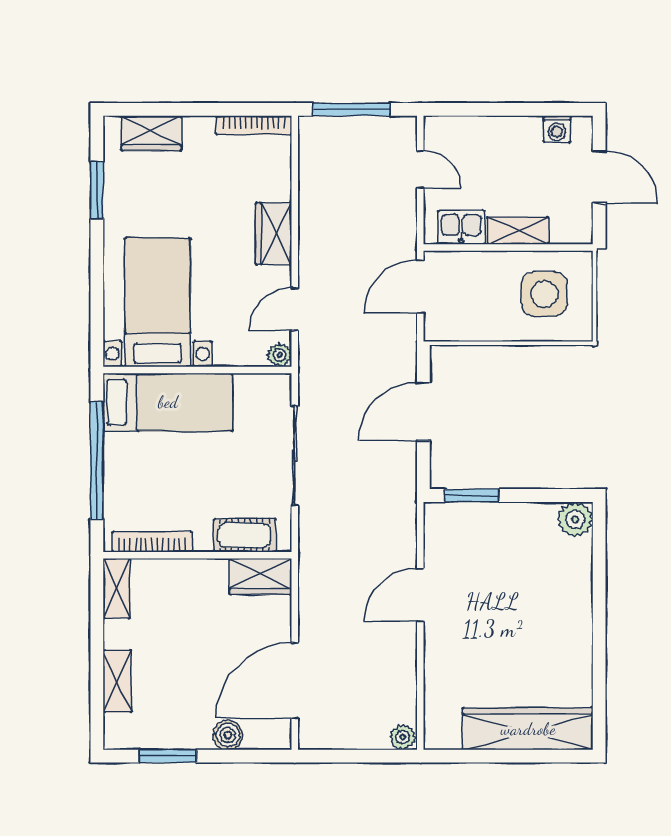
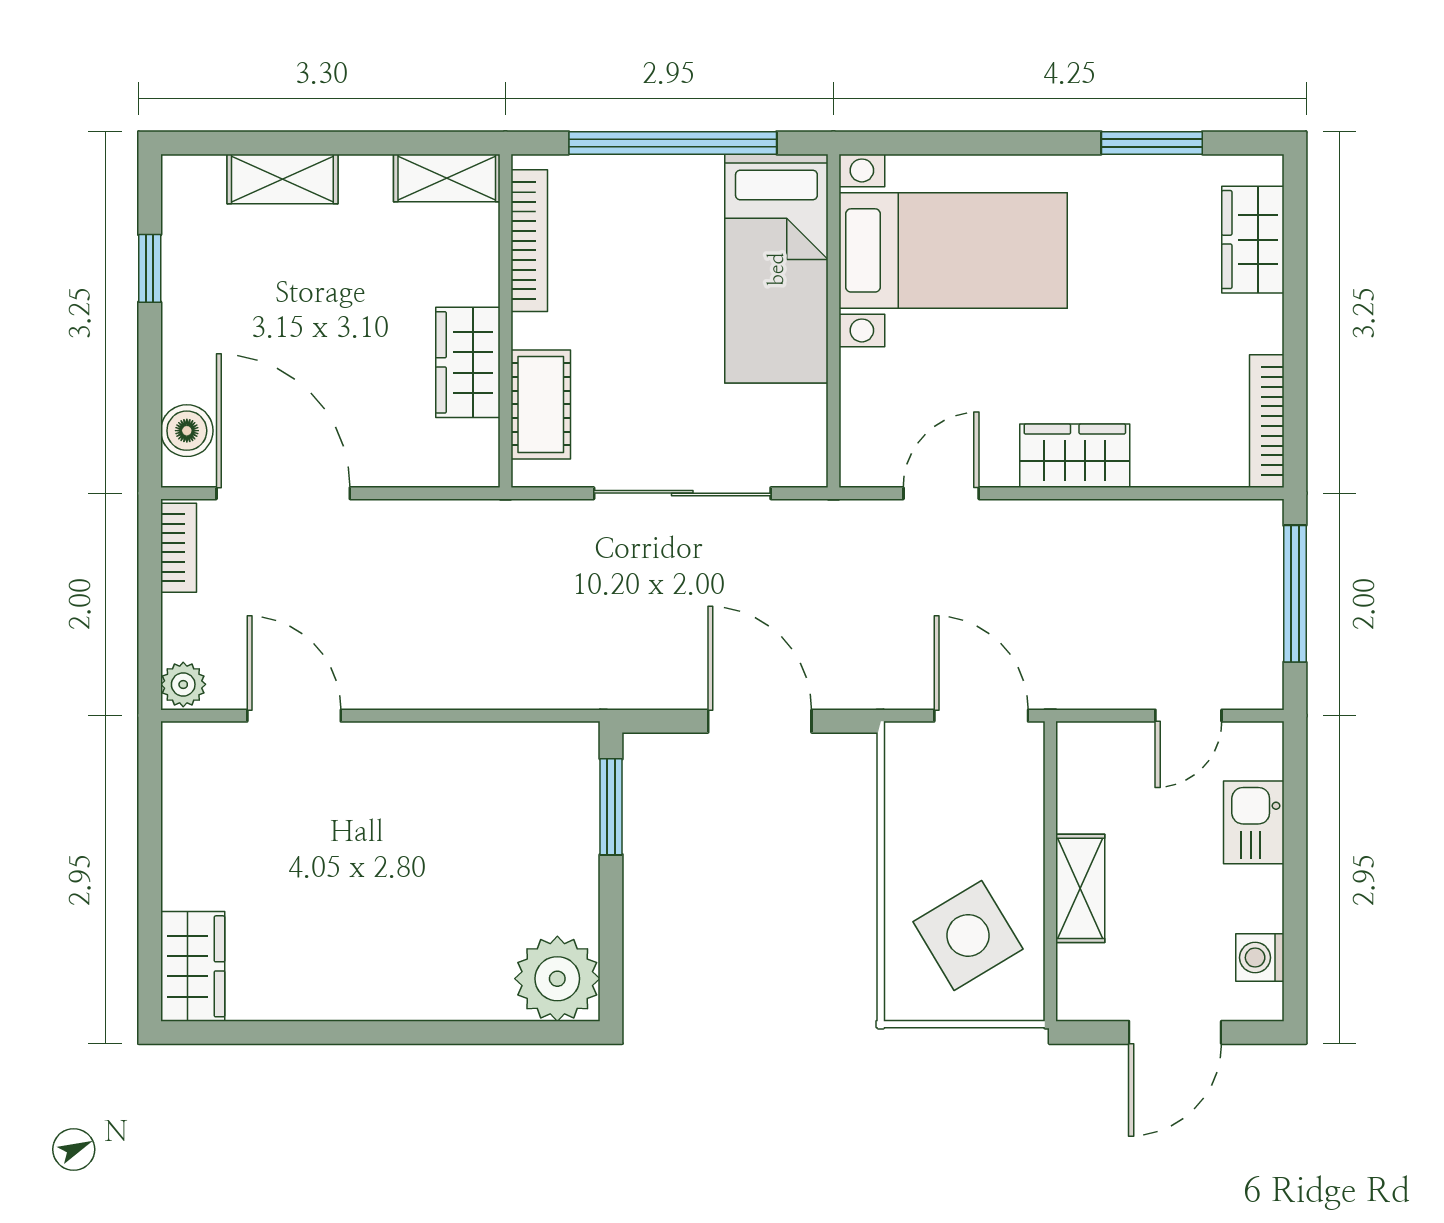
kitchen sink: (461, 227) -> (1254, 822), moved, turned 180
side table: (544, 294) -> (968, 935), turned -31
door: (295, 309) -> (941, 493), hinge flipped
plant: (280, 355) -> (860, 467), removed
plant: (575, 519) -> (557, 979), width x1.36, depth x1.36
wardrobe: (260, 576) -> (468, 362), moved
door: (420, 595) -> (294, 716), moved
wardrobe: (528, 729) -> (193, 966), width x0.48, depth x0.85
boiler: (228, 735) -> (187, 431), moved
bookcase: (325, 740) -> (179, 548), added
window: (168, 756) -> (150, 268), width x0.67

